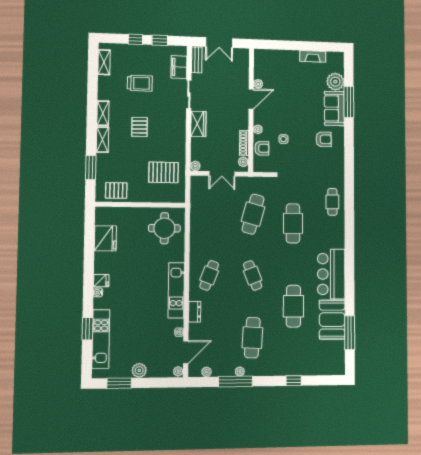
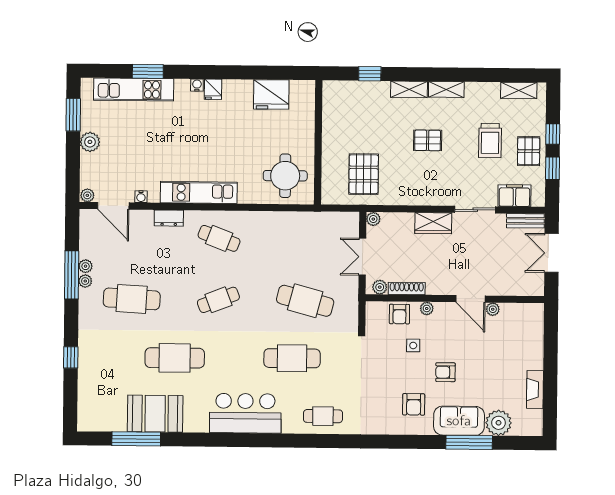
armchair: (302, 117) -> (445, 372), added
window: (91, 167) -> (370, 74), width x0.67
pallet: (116, 190) -> (529, 151), moved
bar counter: (331, 274) -> (245, 413), moved
plant: (207, 372) -> (86, 266), moved

